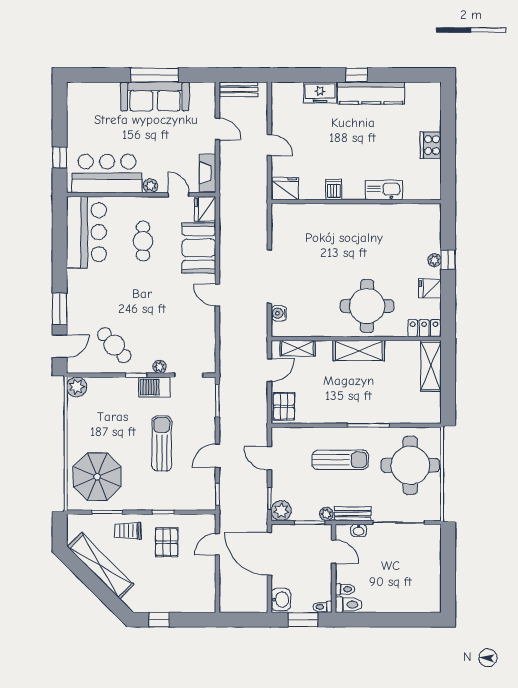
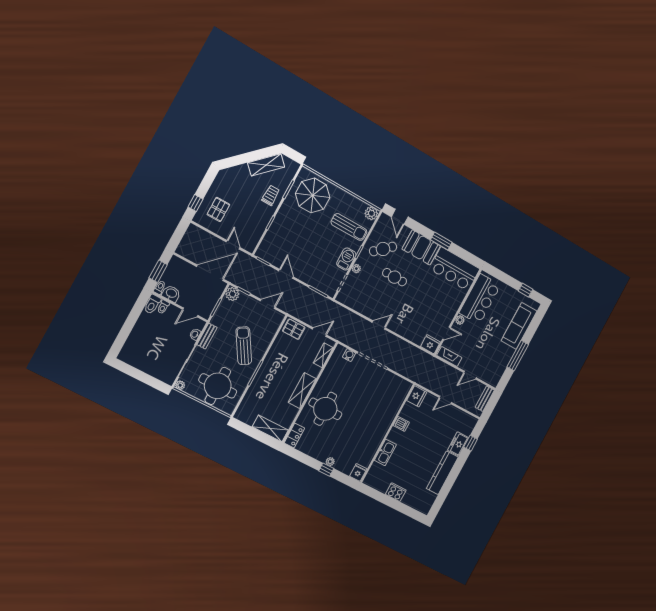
window: (357, 75) -> (471, 443), moved
sofa: (155, 97) -> (519, 326), moved
window: (60, 157) -> (525, 290), moved
cafe table: (143, 241) -> (395, 277), moved
booth: (199, 248) -> (421, 247), moved
fridge: (430, 288) -> (358, 472), moved
window: (60, 309) -> (441, 241), moved
door: (269, 370) -> (319, 332), swing flipped
sun lounger: (162, 443) -> (349, 227), moved
sun lounger: (340, 460) -> (244, 346), turned 148
plant: (326, 514) -> (180, 385), moved
pallet: (167, 542) -> (218, 209), moved, turned 90
shelving: (101, 566) -> (266, 165), width x0.68
washbasin: (281, 600) -> (171, 293), moved, turned 180
window: (159, 620) -> (196, 203), moved

